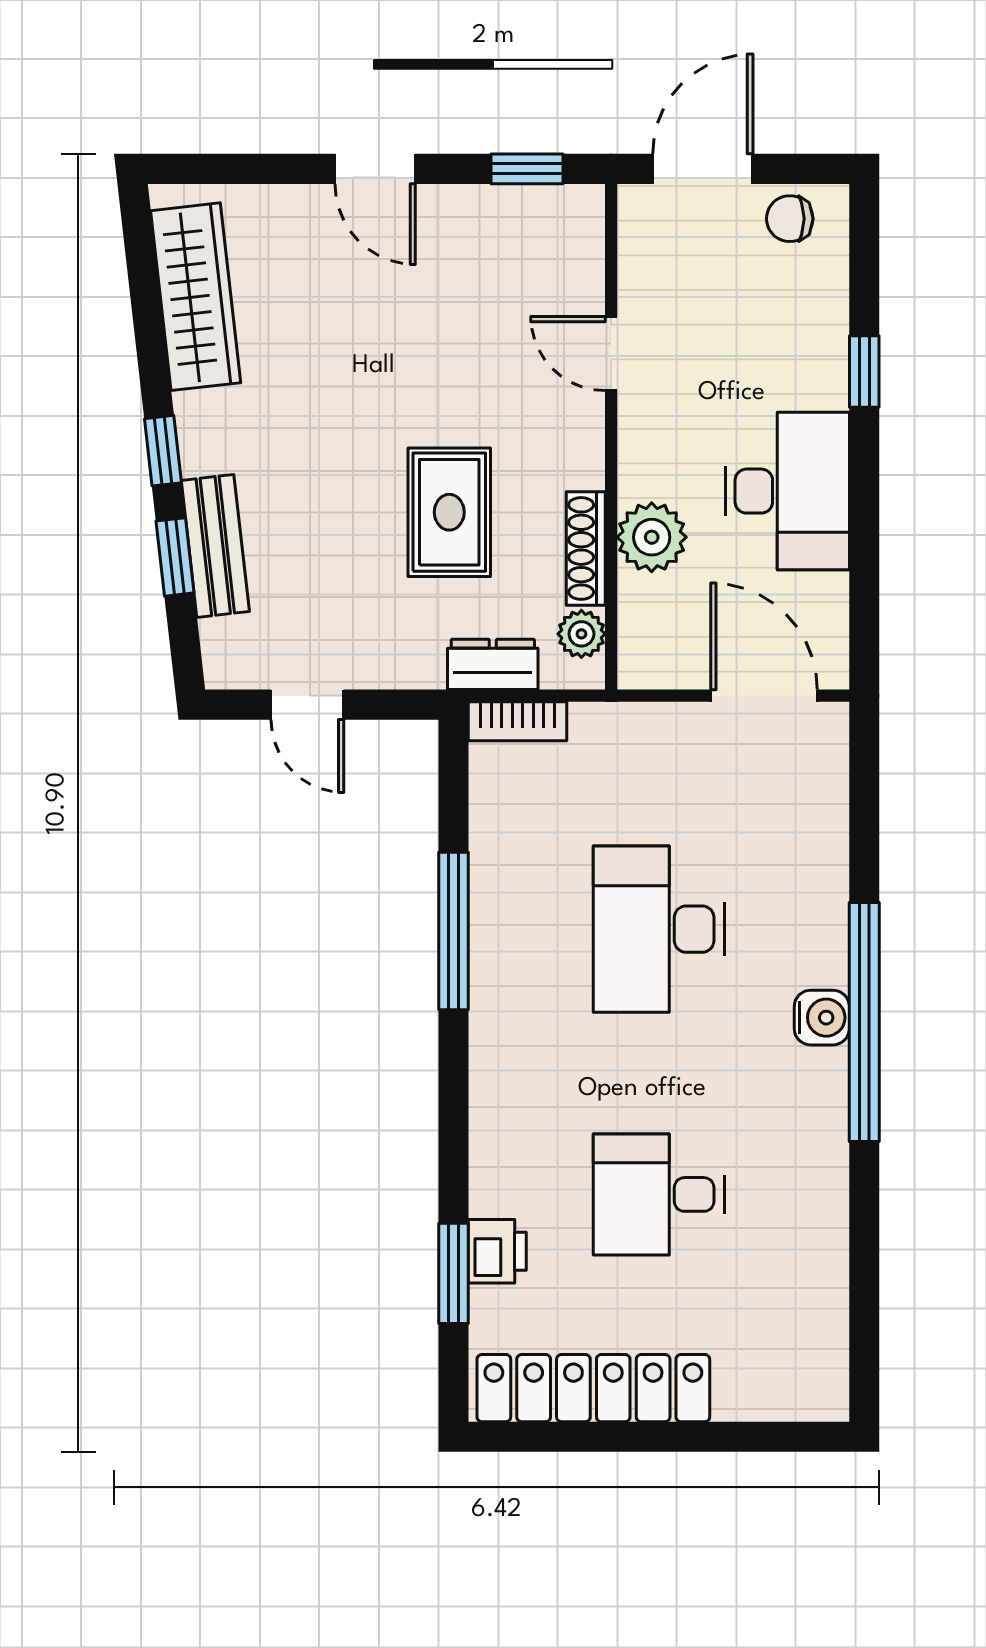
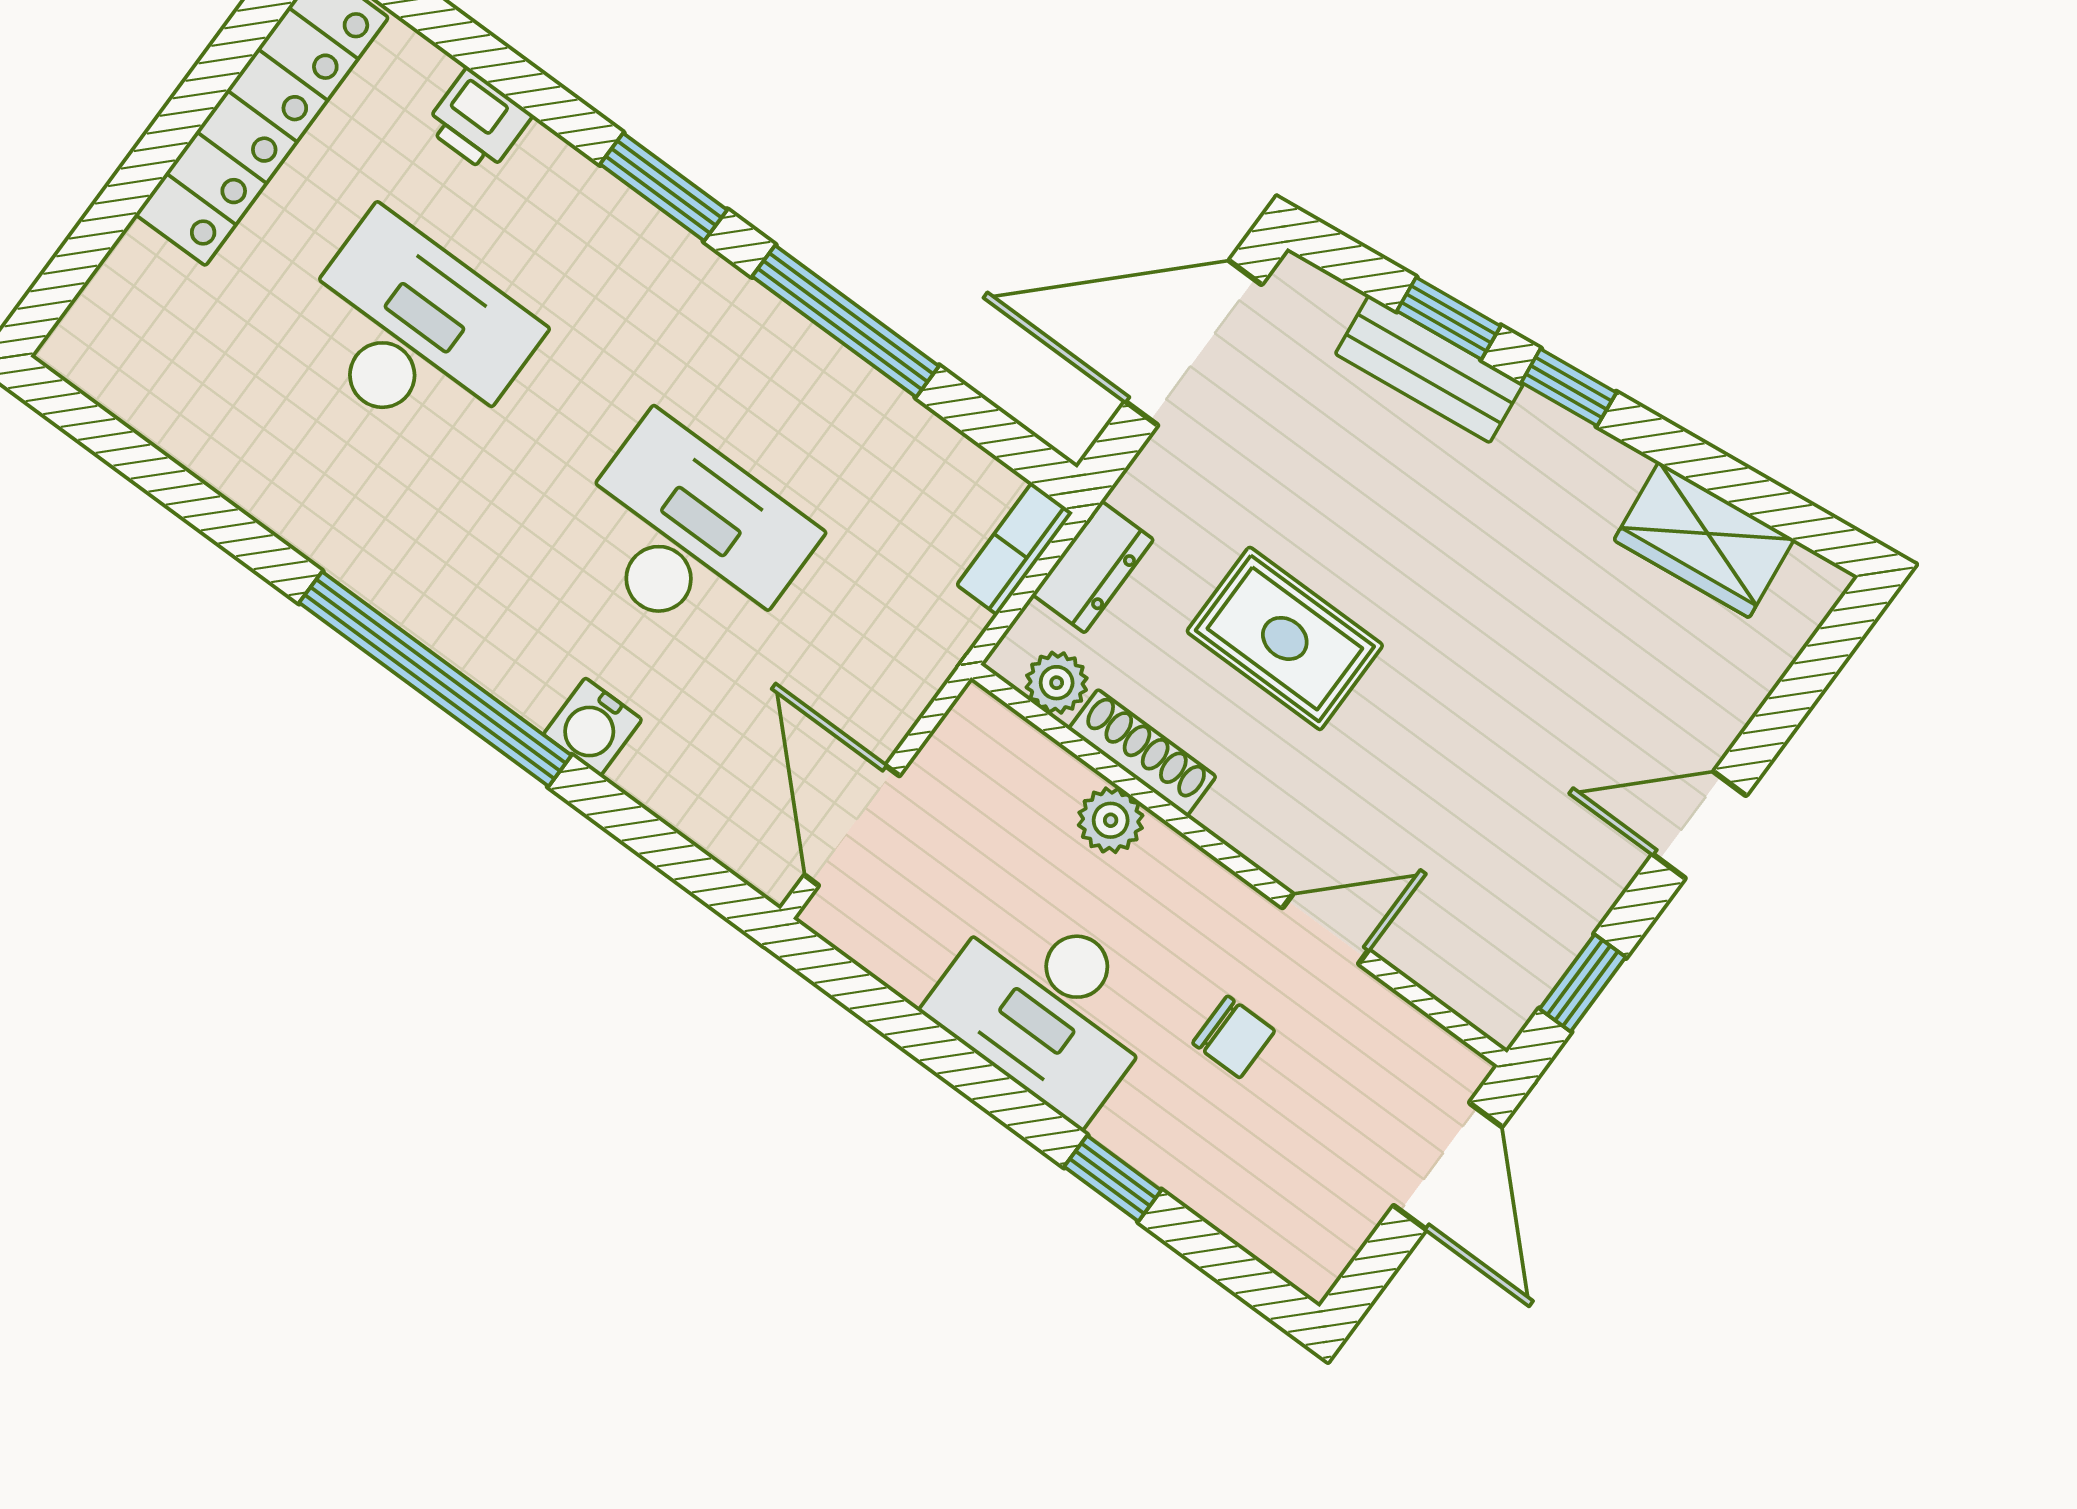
chair: (790, 219) -> (1234, 1037), moved, turned 90
wardrobe: (196, 297) -> (1704, 540), width x0.67
plant: (652, 537) -> (1111, 820), width x0.73, depth x0.73
door: (764, 696) -> (852, 825), swing flipped
door: (307, 705) -> (1193, 343), width x1.88
water cooler: (822, 1018) -> (593, 727), moved
desk: (659, 1194) -> (413, 333), width x1.37
window: (453, 1273) -> (664, 187), moved

